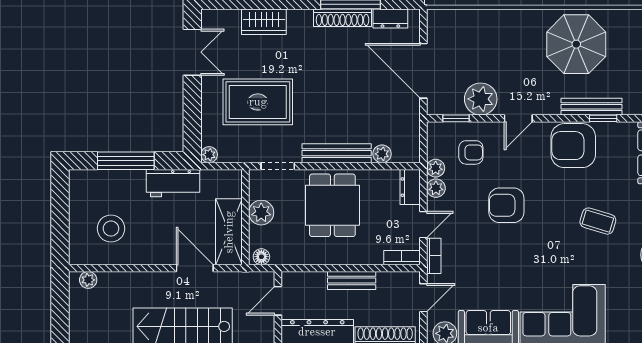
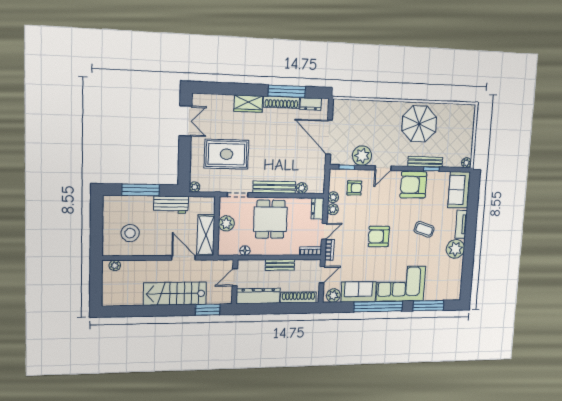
wardrobe: (264, 22) -> (248, 104), moved
armchair: (506, 205) -> (379, 236), moved
floor lamp: (261, 257) -> (245, 251), moved

